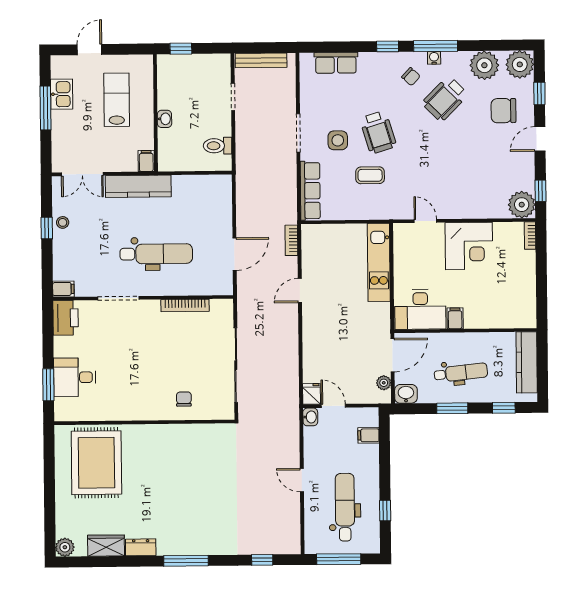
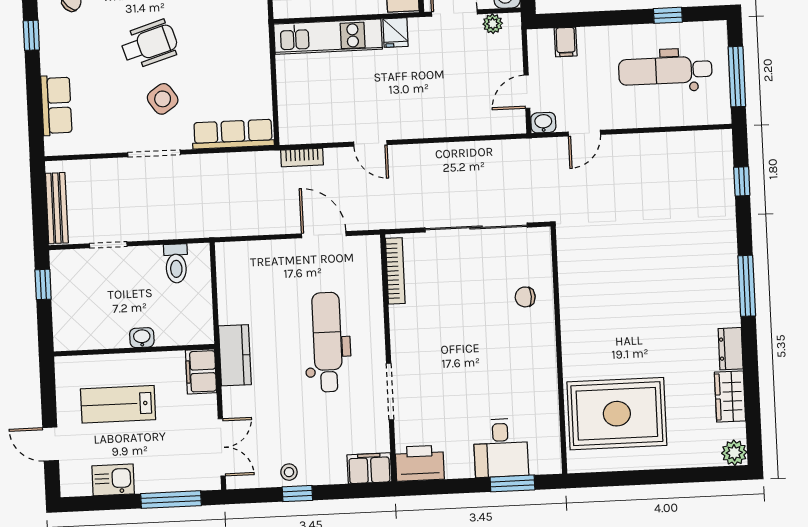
window: (181, 49) -> (43, 284), moved
window: (45, 108) -> (171, 500), moved
side table: (338, 140) -> (163, 99), turned -35
filing cabinet: (146, 161) -> (201, 371), width x2.00
coffee table: (370, 175) -> (209, 53), removed
kitchen counter: (138, 186) -> (235, 355), width x0.67
filing cabinet: (63, 289) -> (369, 468), width x2.00
bookcase: (185, 305) -> (395, 271), moved
fridge: (311, 394) -> (396, 33), moved, turned -90
door: (302, 480) -> (584, 133), moved

